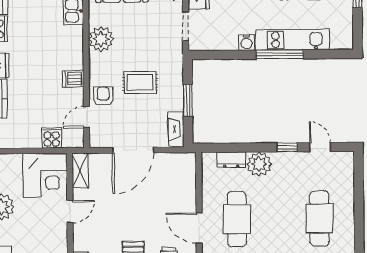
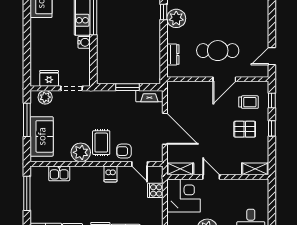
rug: (140, 82) -> (101, 143), moved
plant: (259, 164) -> (176, 18), moved

